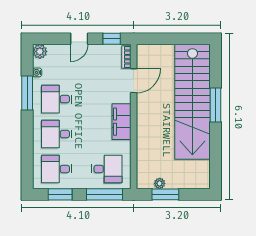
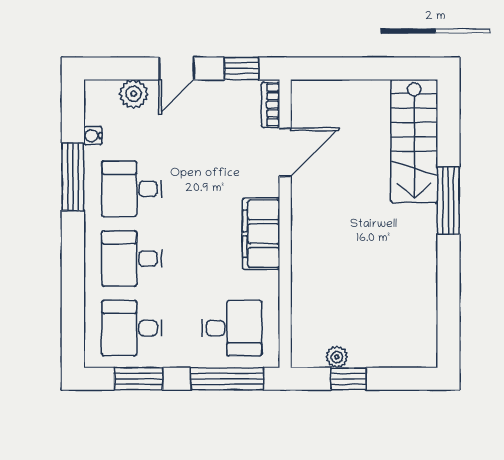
plant: (40, 51) -> (134, 94), moved
stairs: (192, 102) -> (414, 141), width x0.54, depth x0.66
window: (165, 194) -> (348, 379), width x0.67

